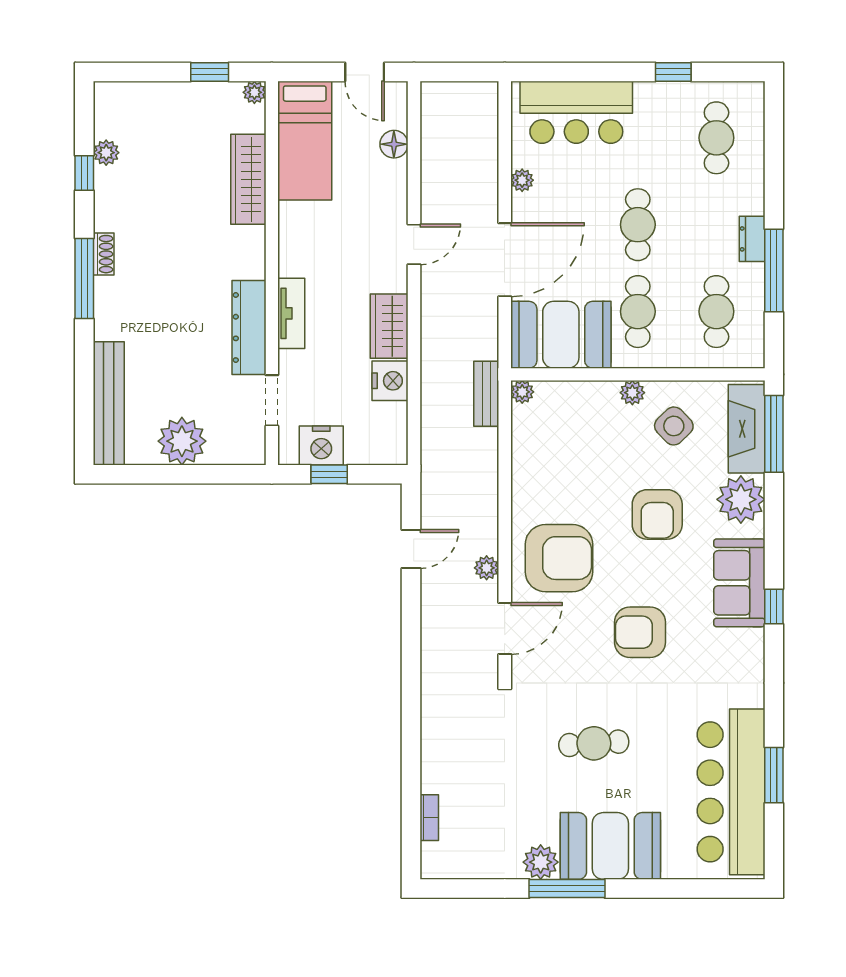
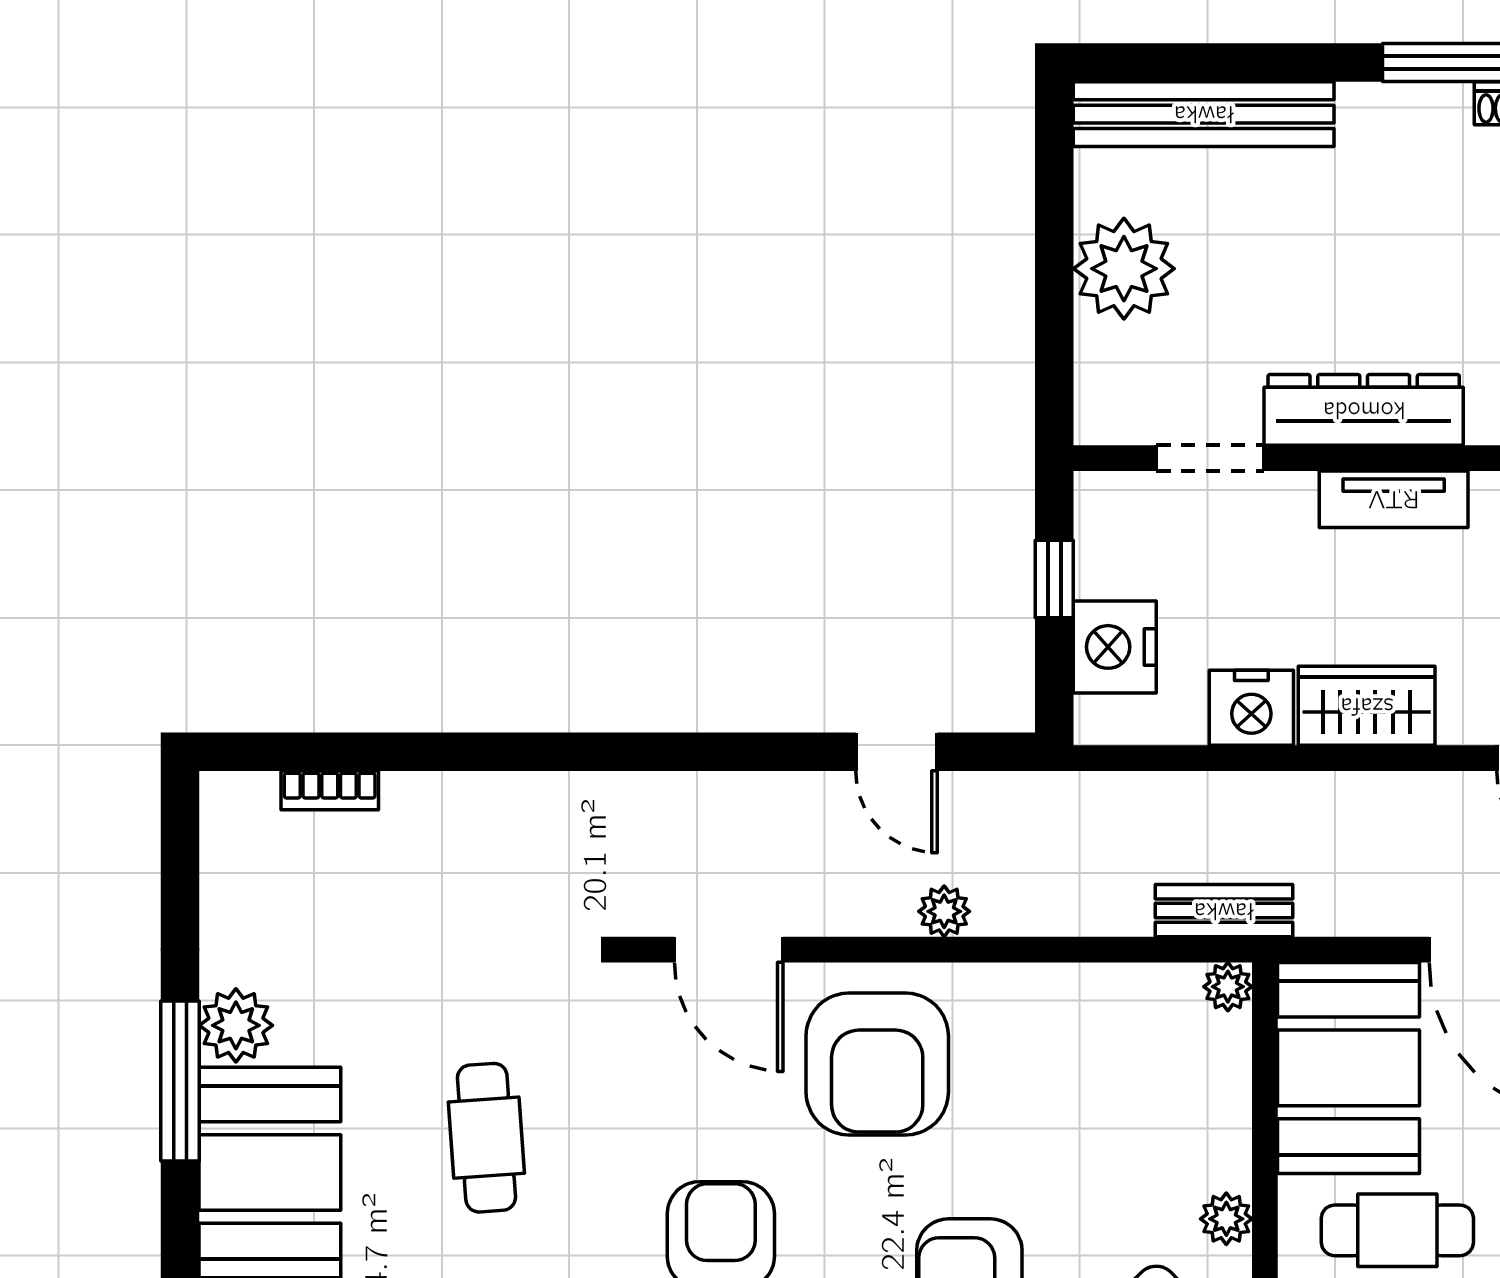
nightstand: (321, 446) -> (1115, 647), moved
plant: (487, 568) -> (944, 911), moved

